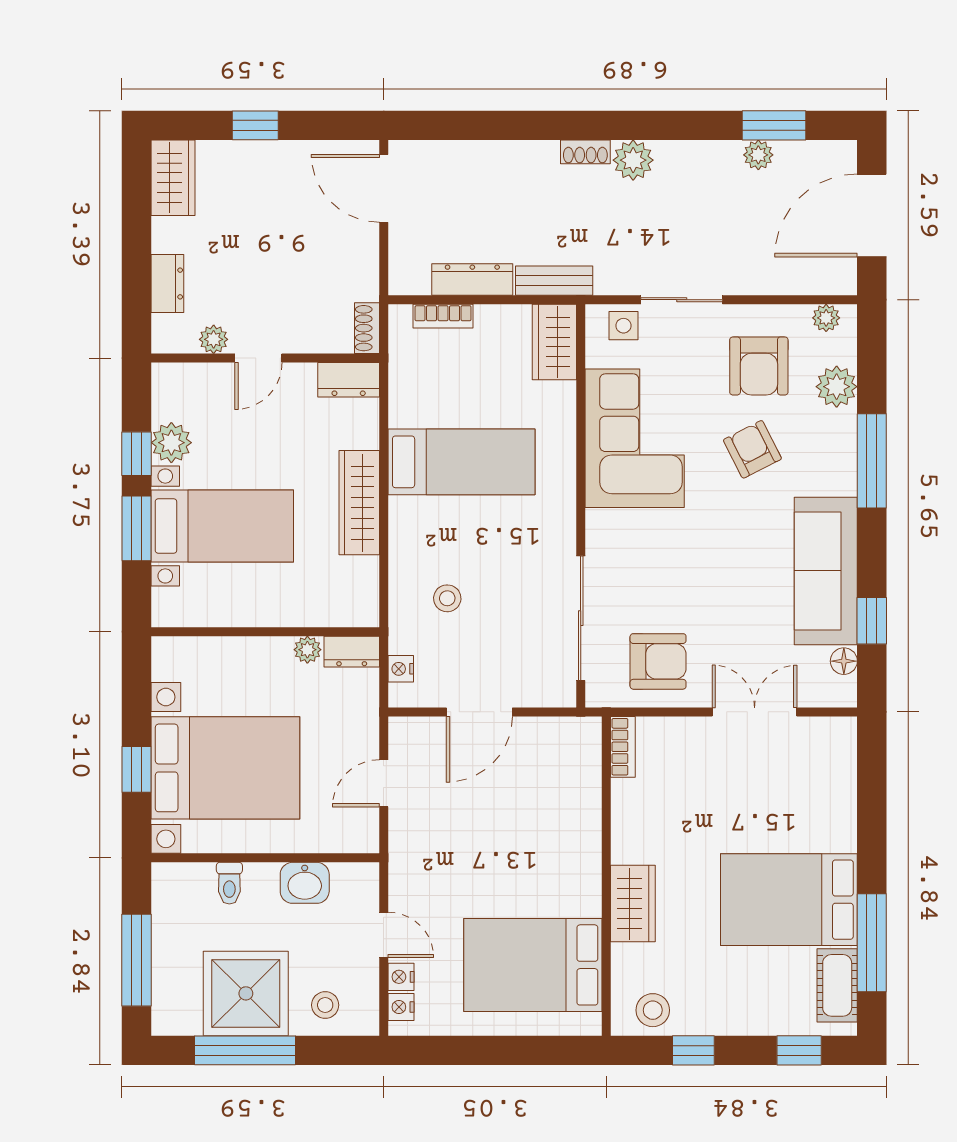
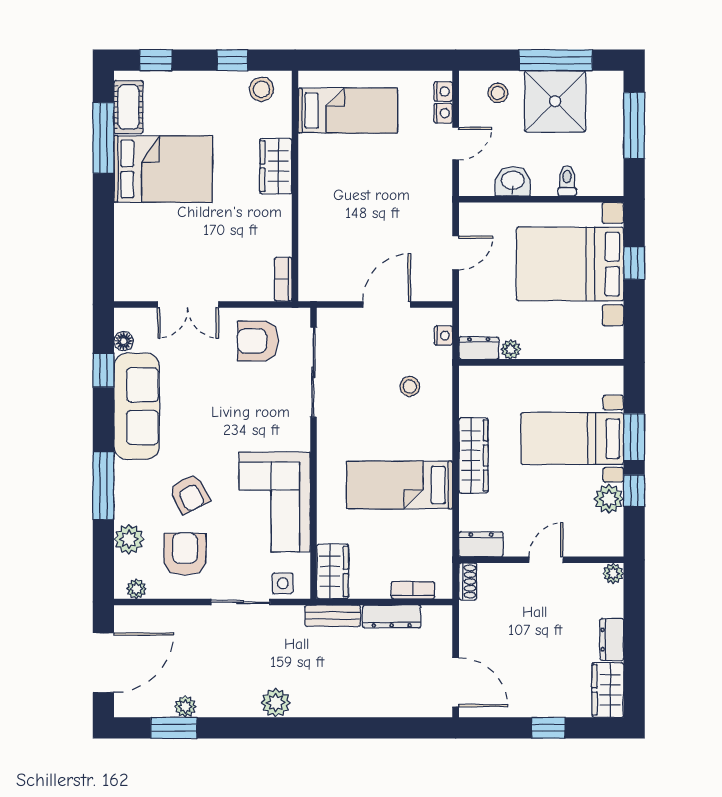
shoe rack: (585, 152) -> (310, 709), removed
dresser: (167, 283) -> (612, 640), moved
plant: (214, 339) -> (613, 573), moved
door: (384, 935) -> (456, 144), swing flipped
bed: (533, 965) -> (348, 111), width x0.67

